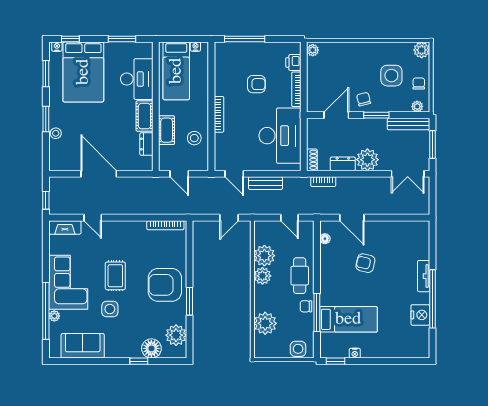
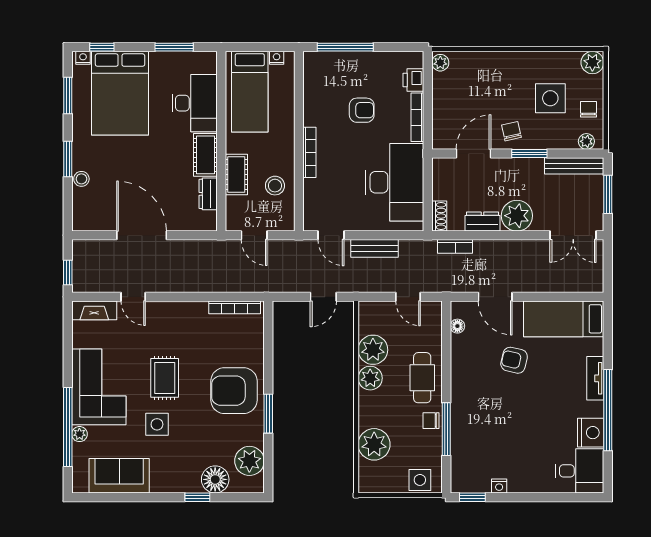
bed: (348, 319) -> (564, 319), moved, turned 180
desk: (413, 342) -> (580, 471), added

